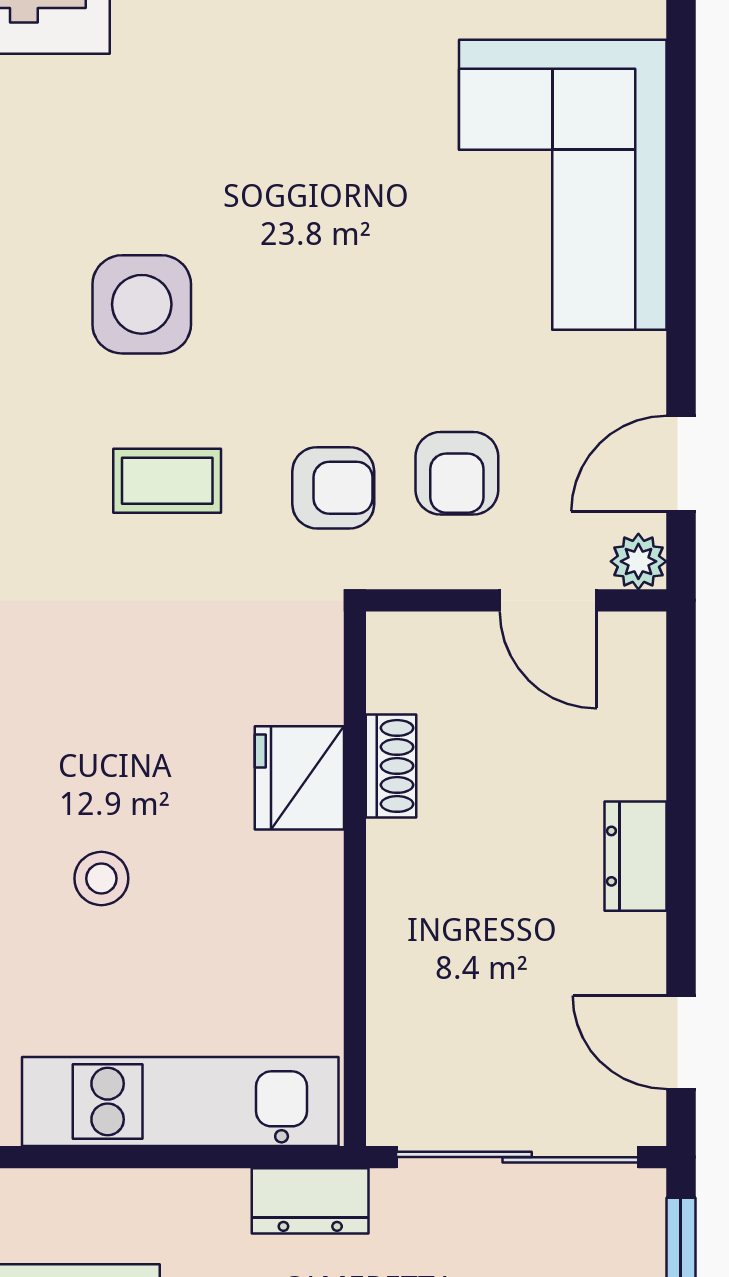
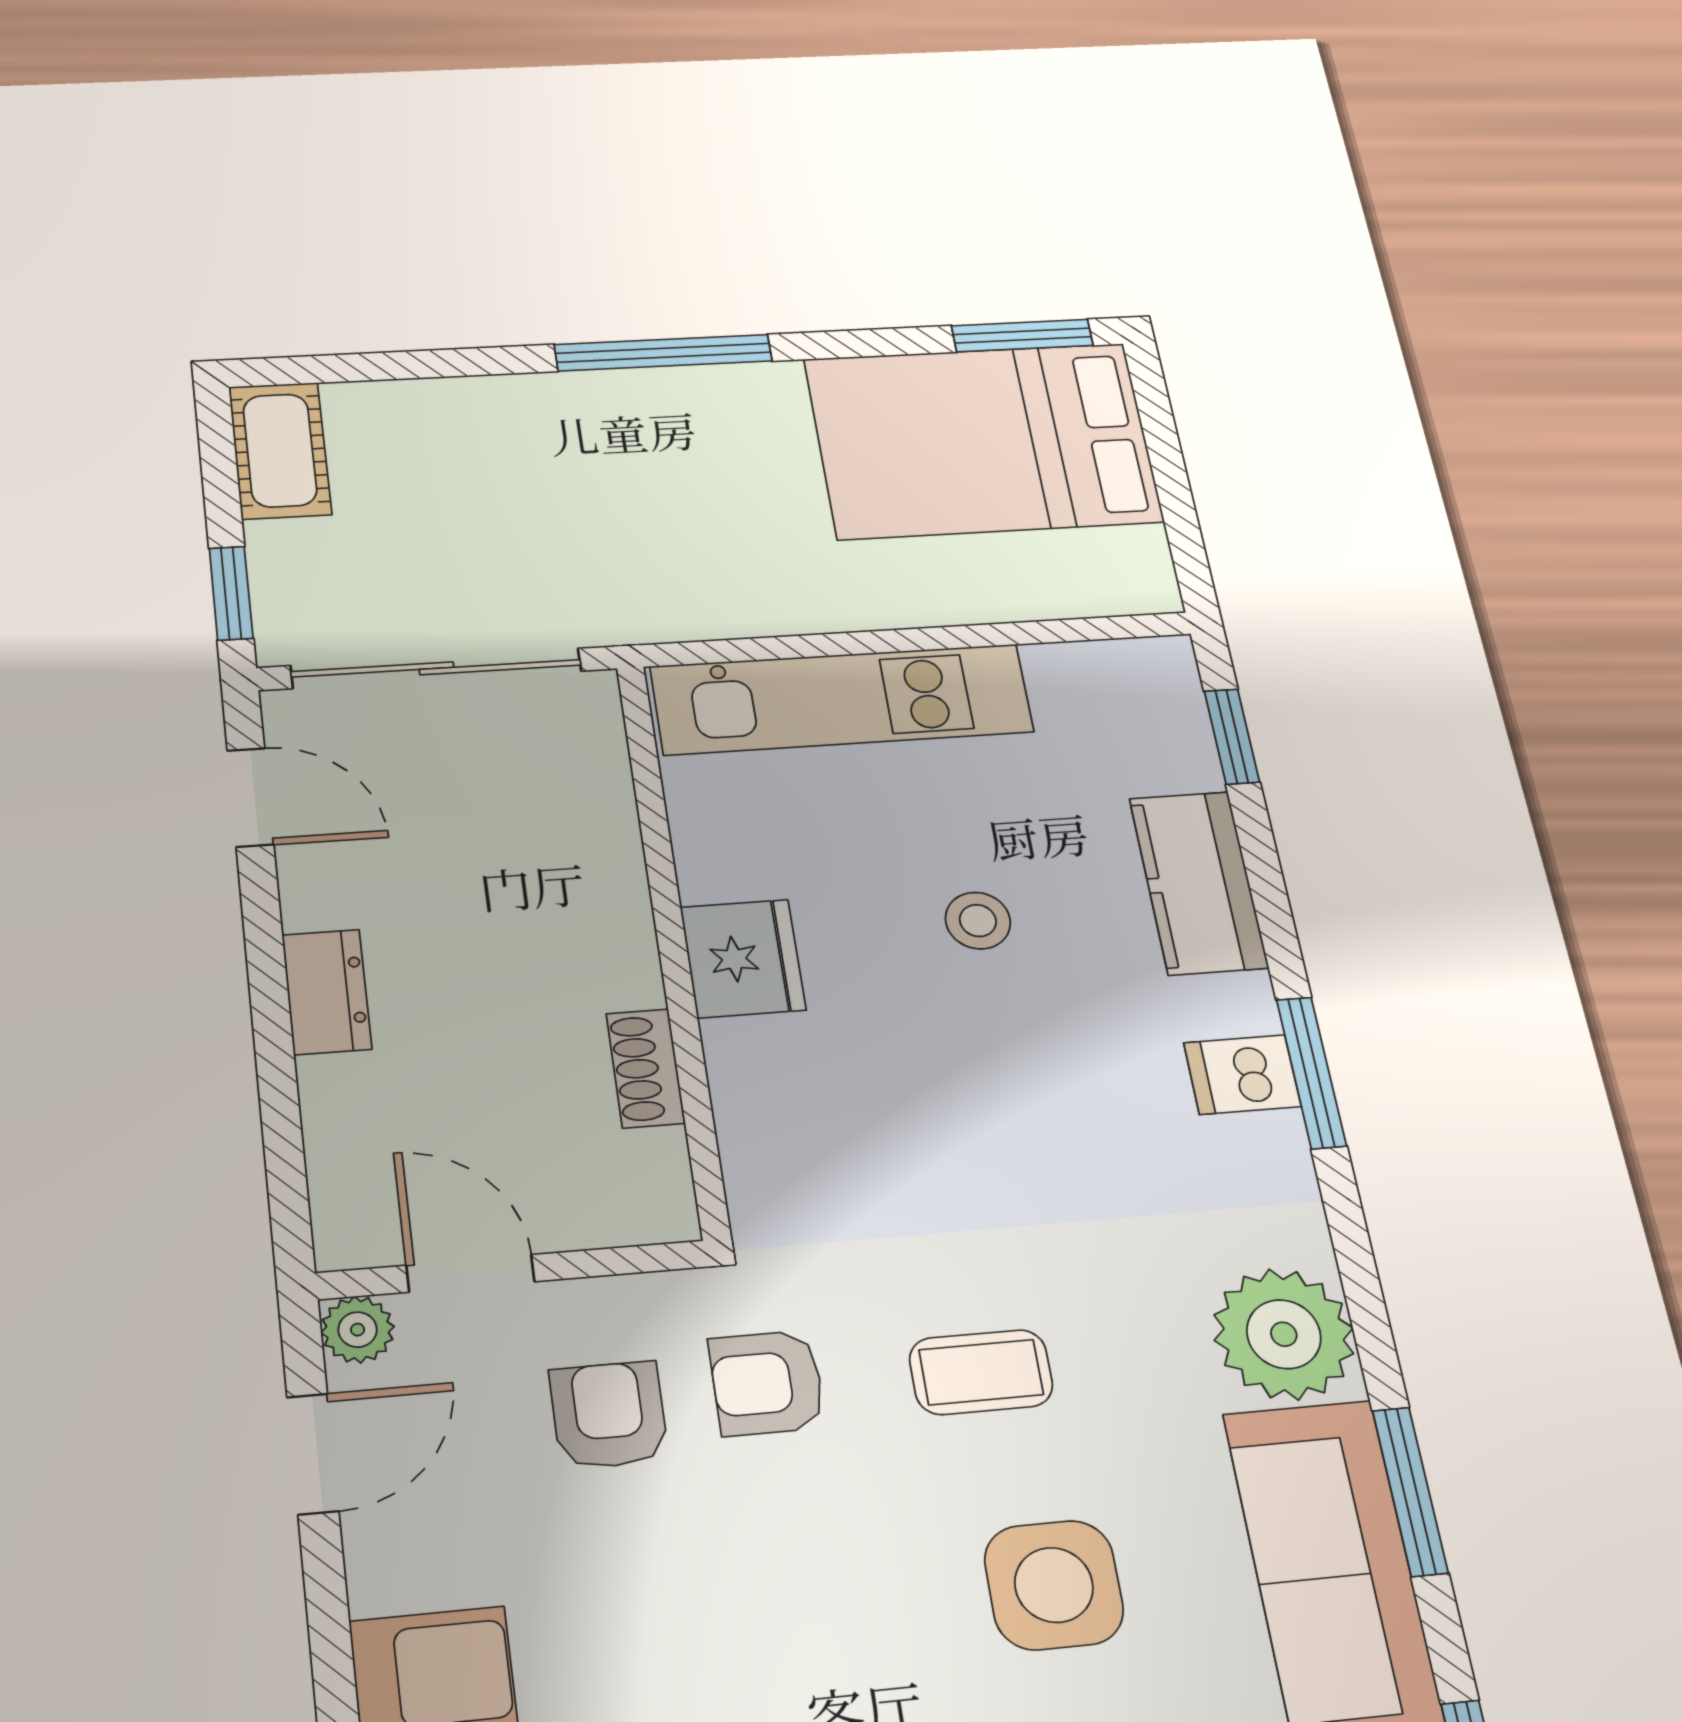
fridge: (299, 778) -> (743, 958), moved
dresser: (310, 1201) -> (674, 611), removed

